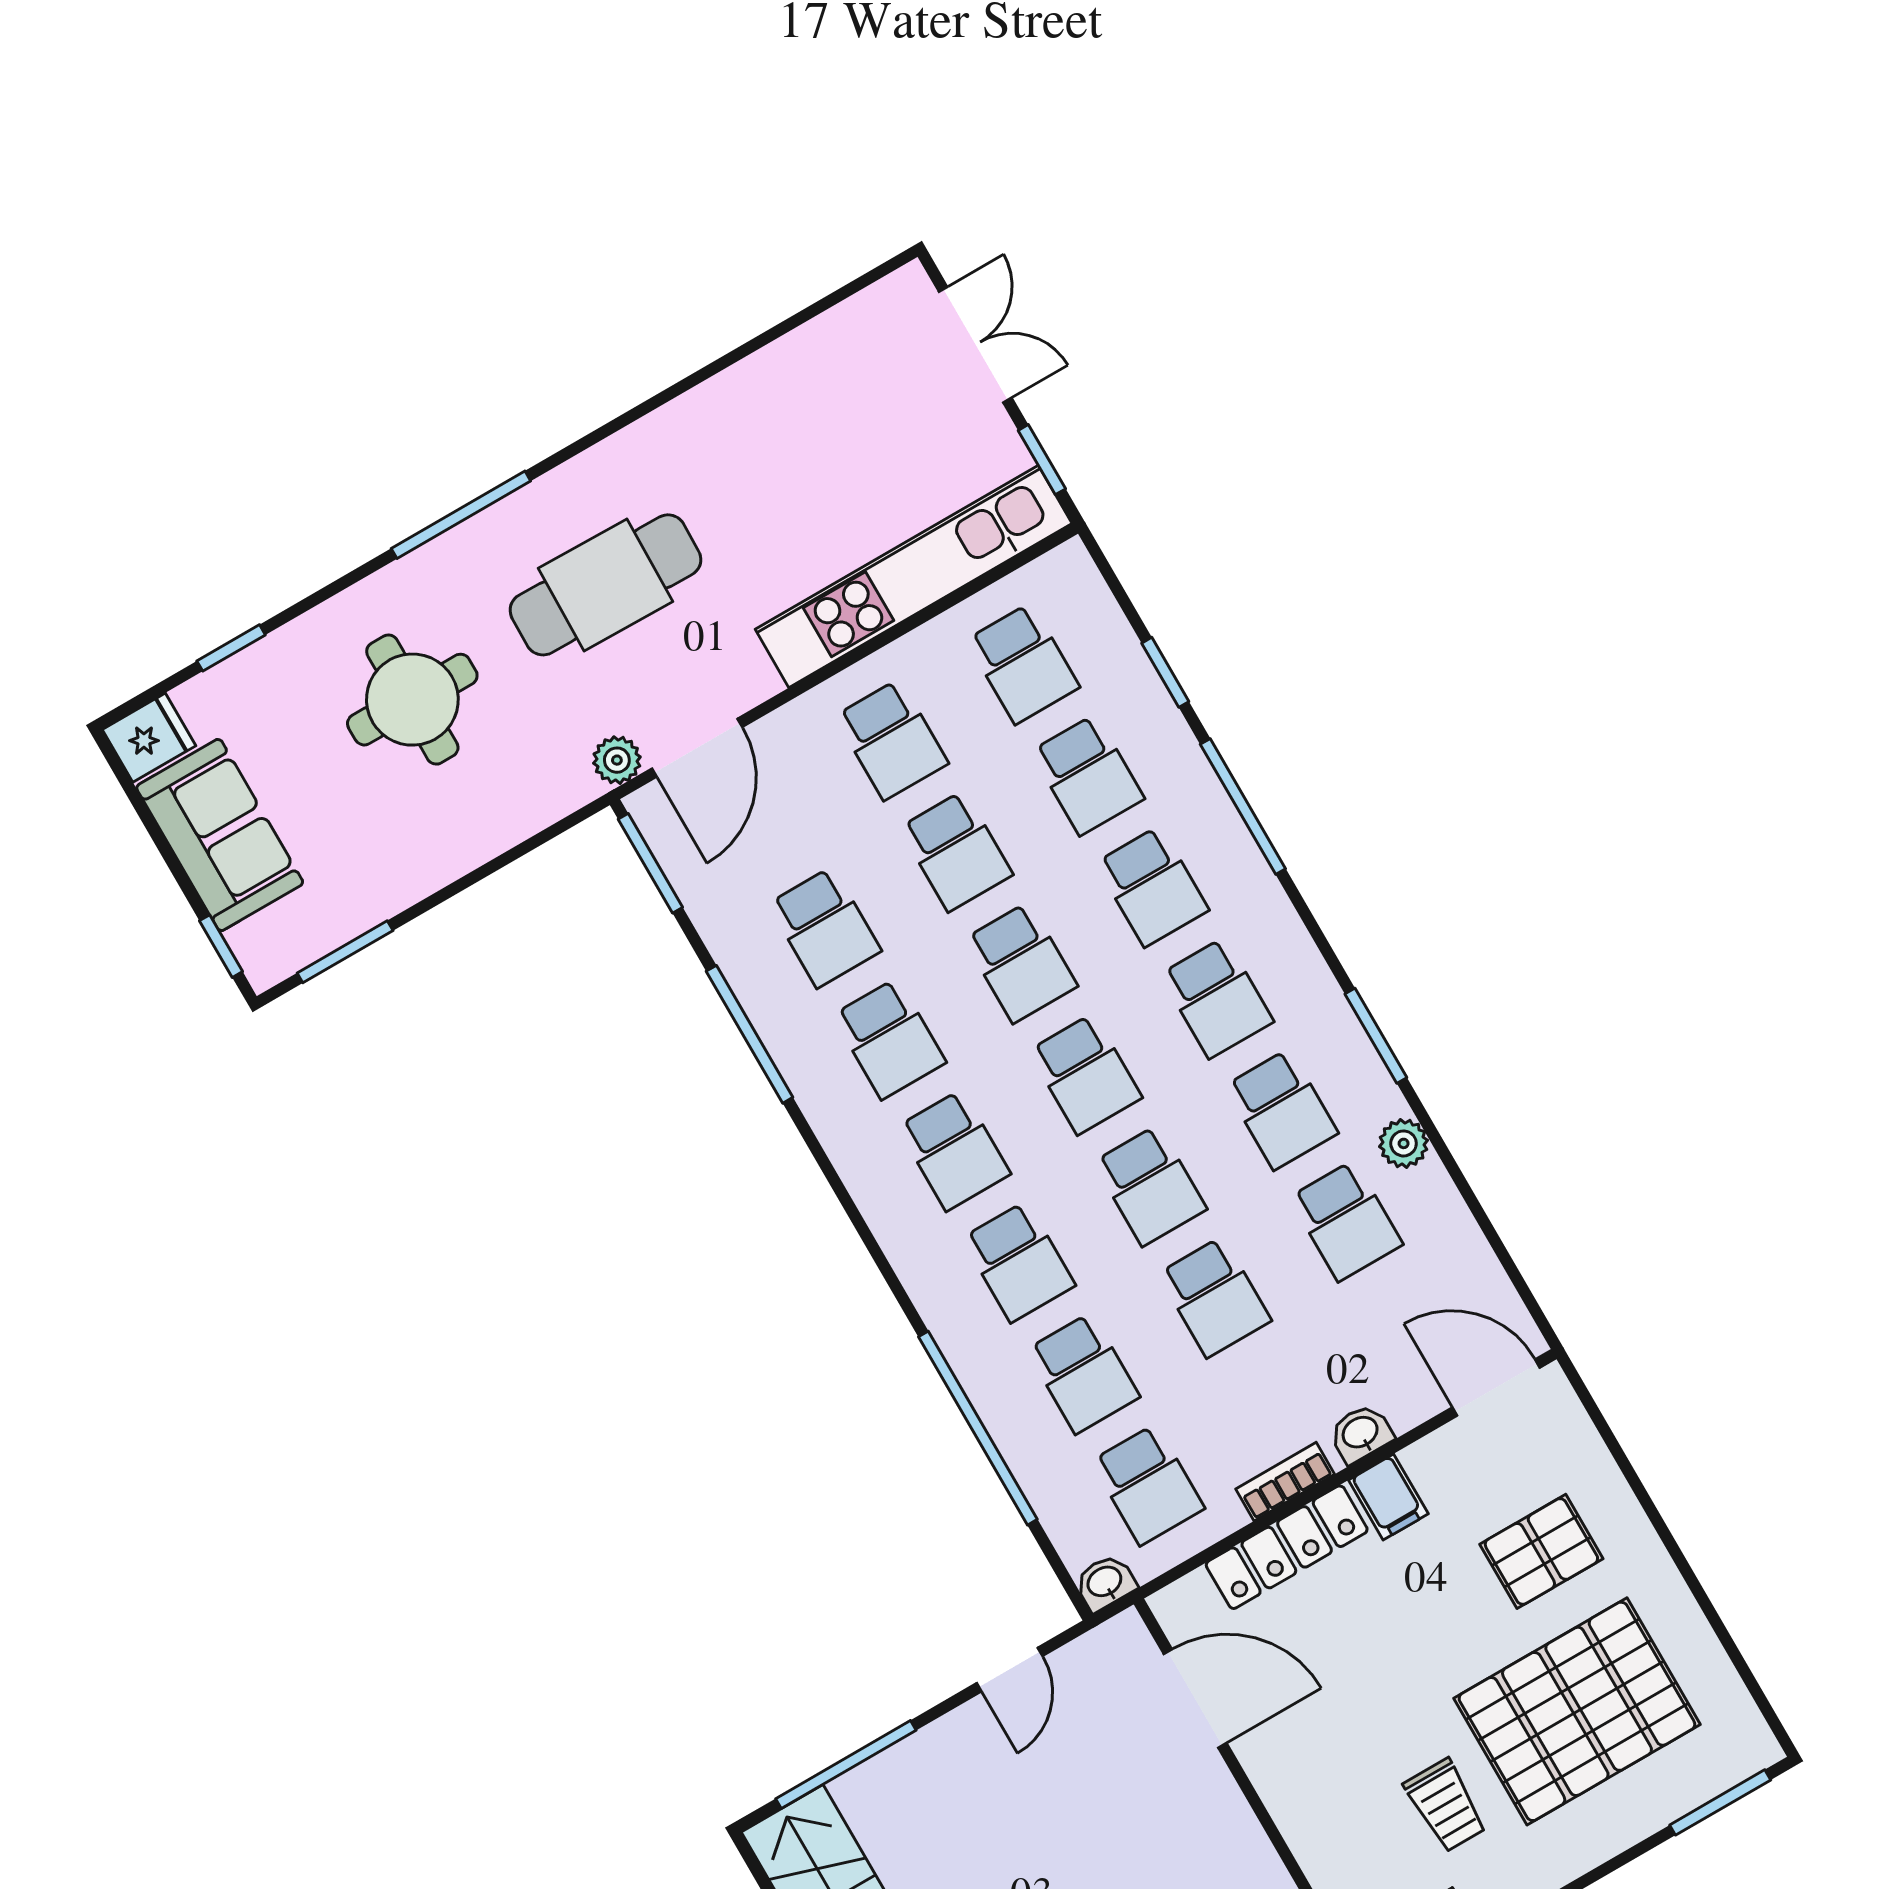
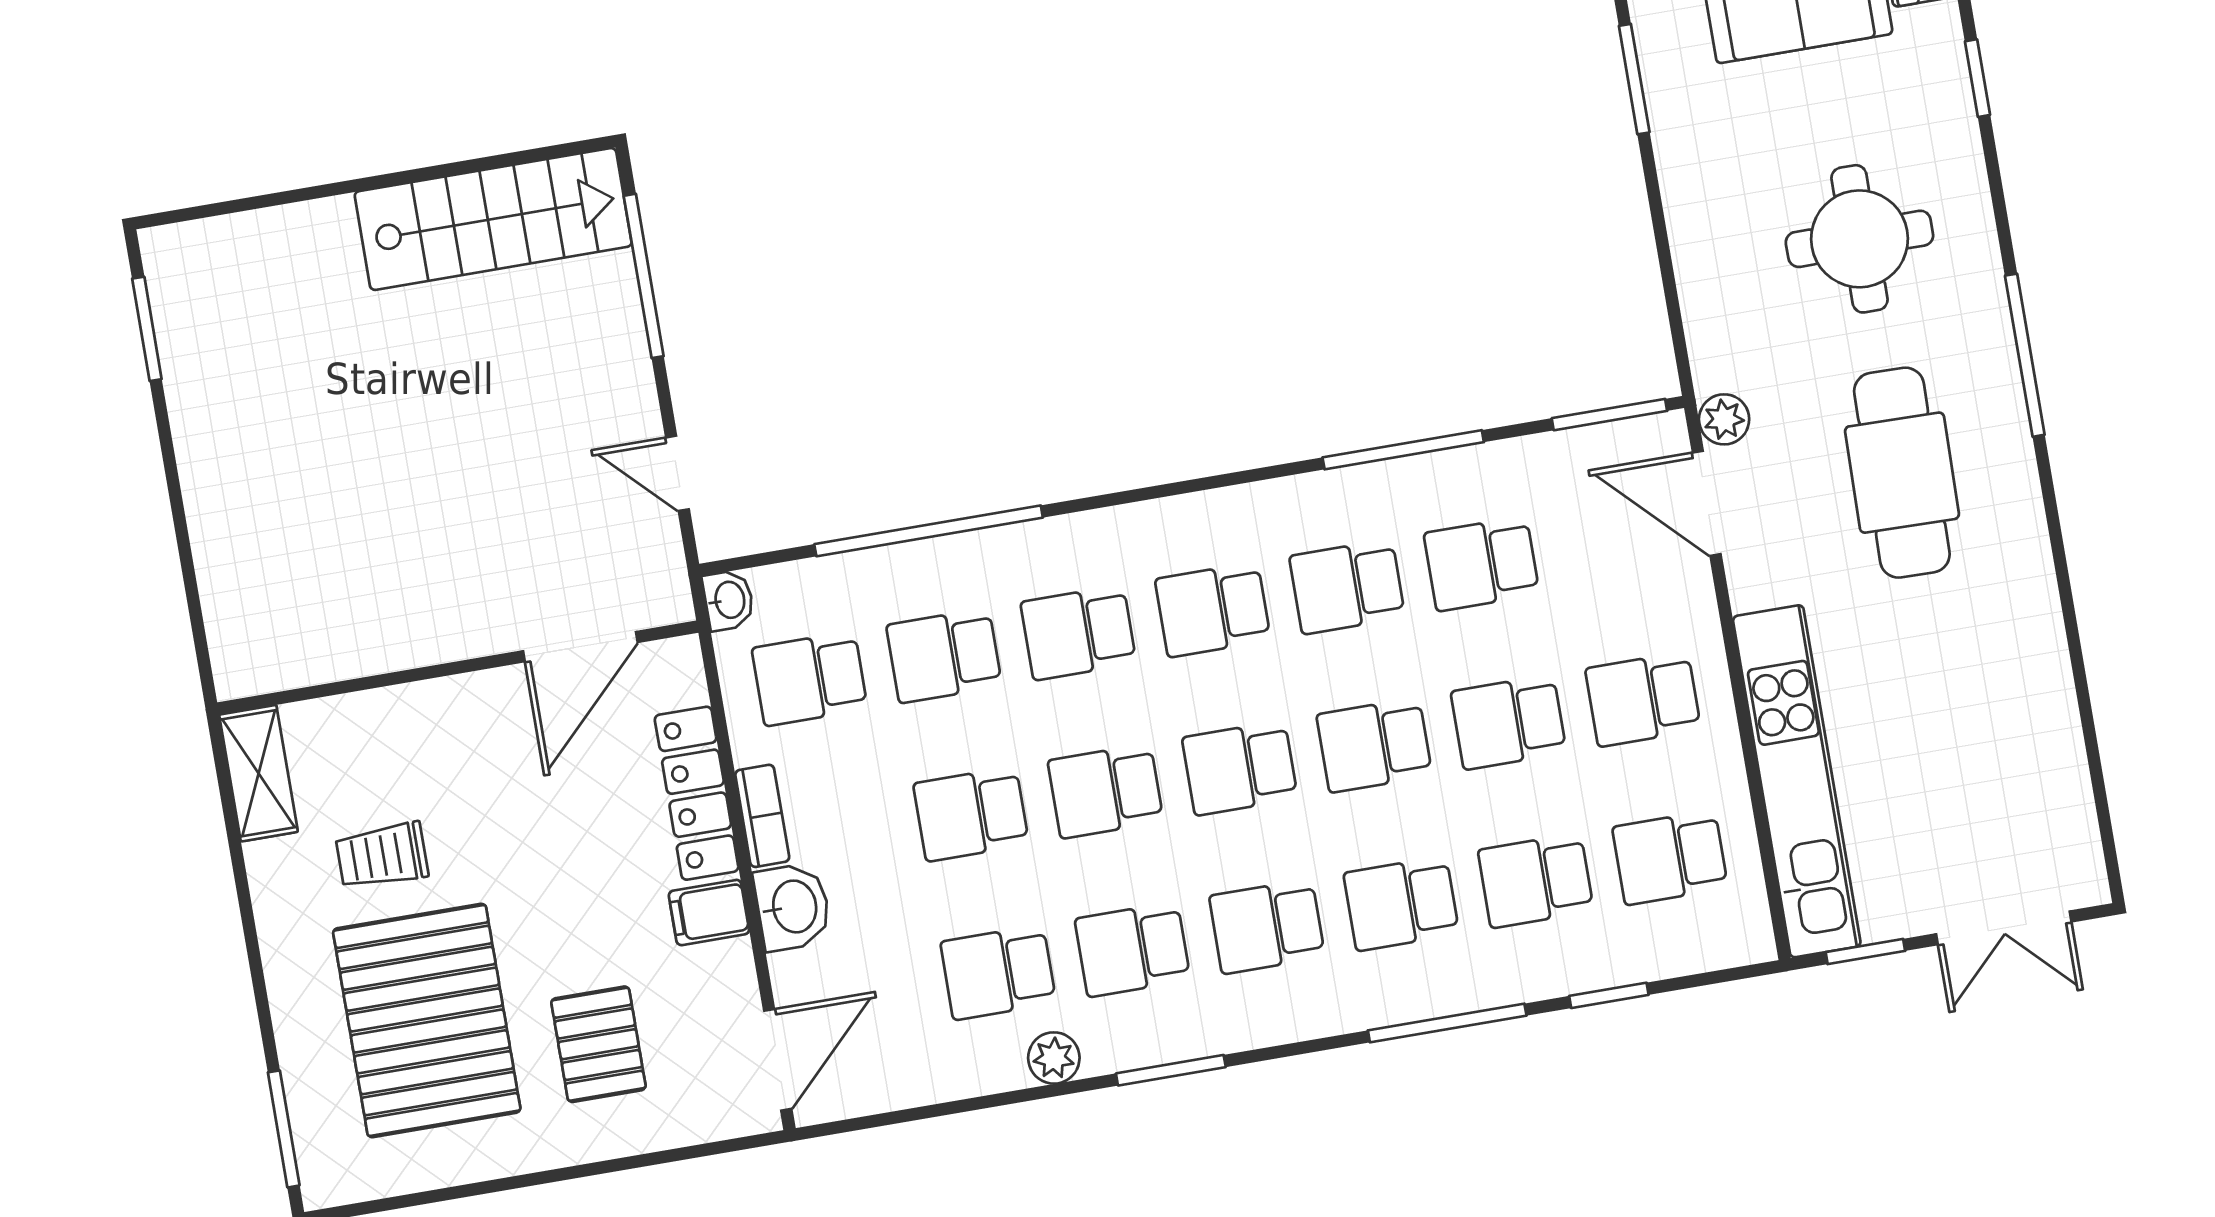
washbasin: (1361, 1433) -> (793, 907), width x1.38, depth x1.45

